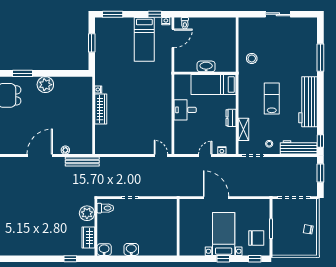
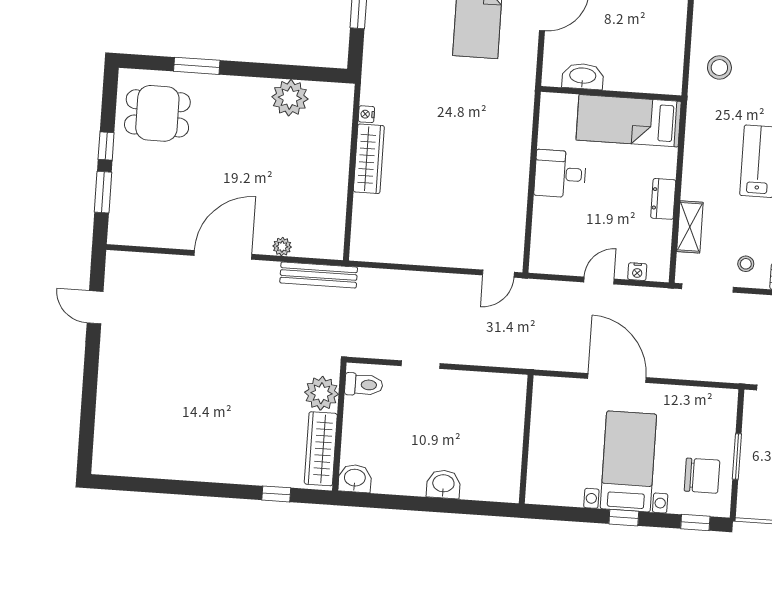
washbasin: (206, 66) -> (583, 76), moved
plant: (45, 85) -> (290, 98), moved
door: (161, 155) -> (498, 274), swing flipped
wardrobe: (88, 238) -> (321, 449), width x1.50
washbasin: (131, 249) -> (443, 484), moved

